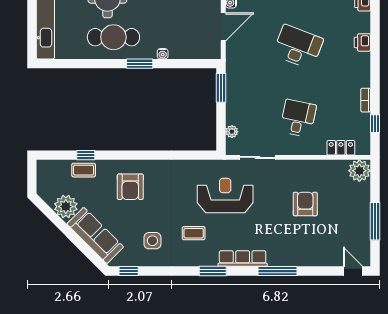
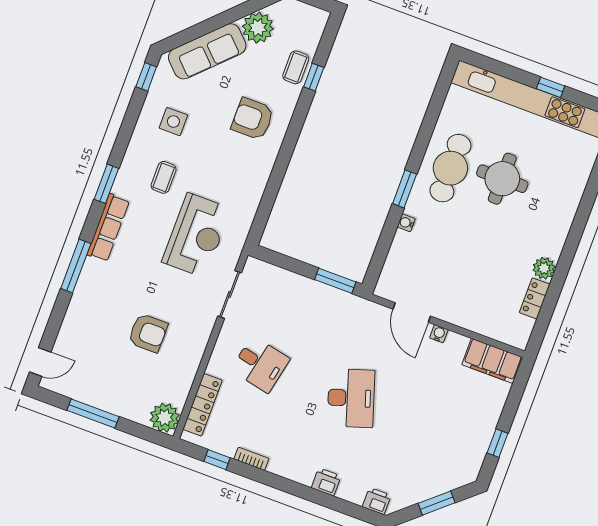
desk: (298, 47) -> (351, 398), turned -39
plant: (232, 132) -> (275, 274), removed
locker: (341, 148) -> (202, 405), width x1.53

